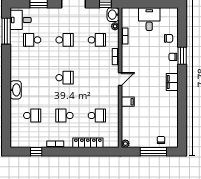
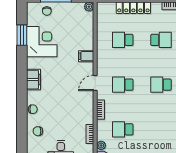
school desk: (64, 40) -> (123, 85), moved
window: (182, 56) -> (22, 35), moved
corner desk: (165, 114) -> (42, 42), added

